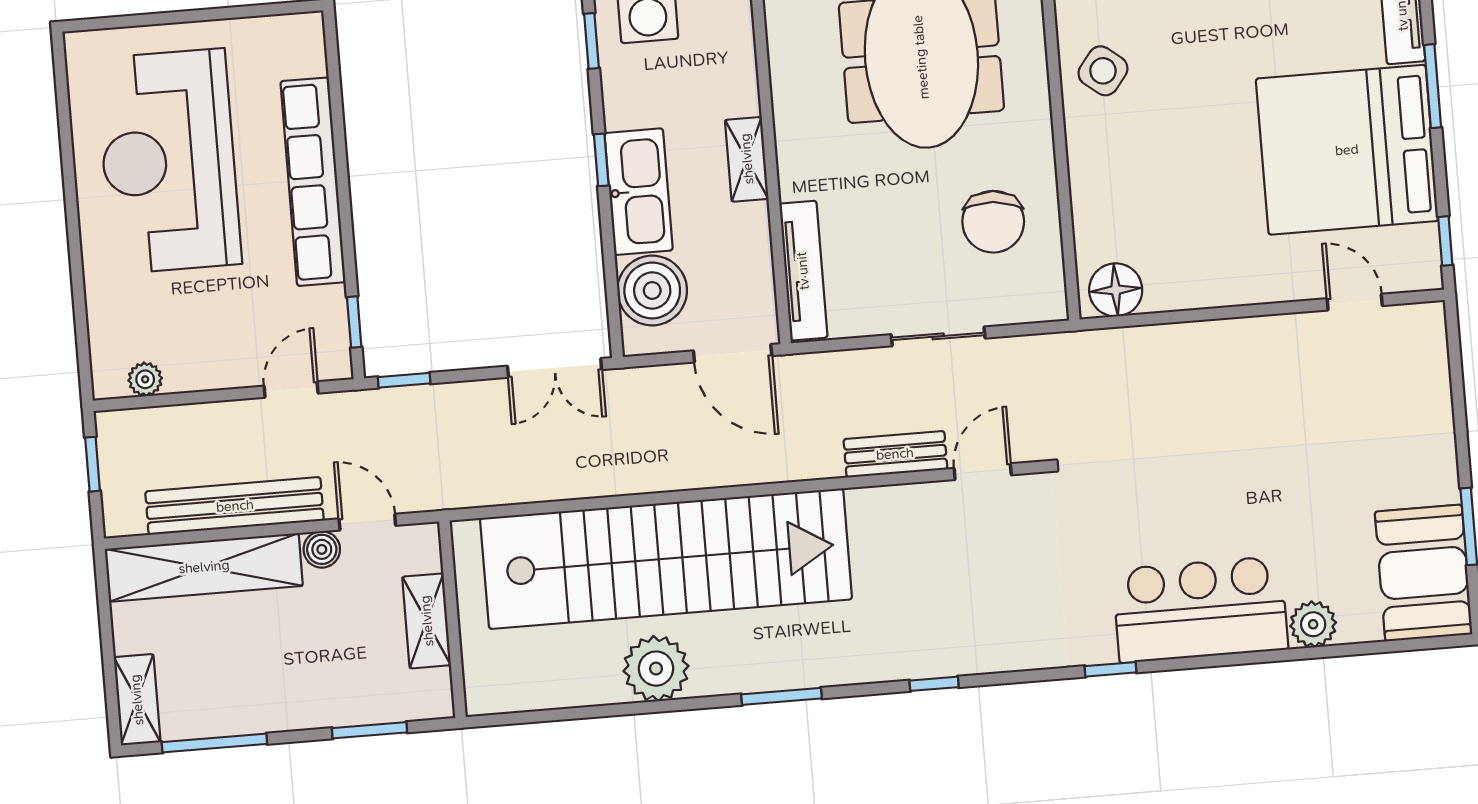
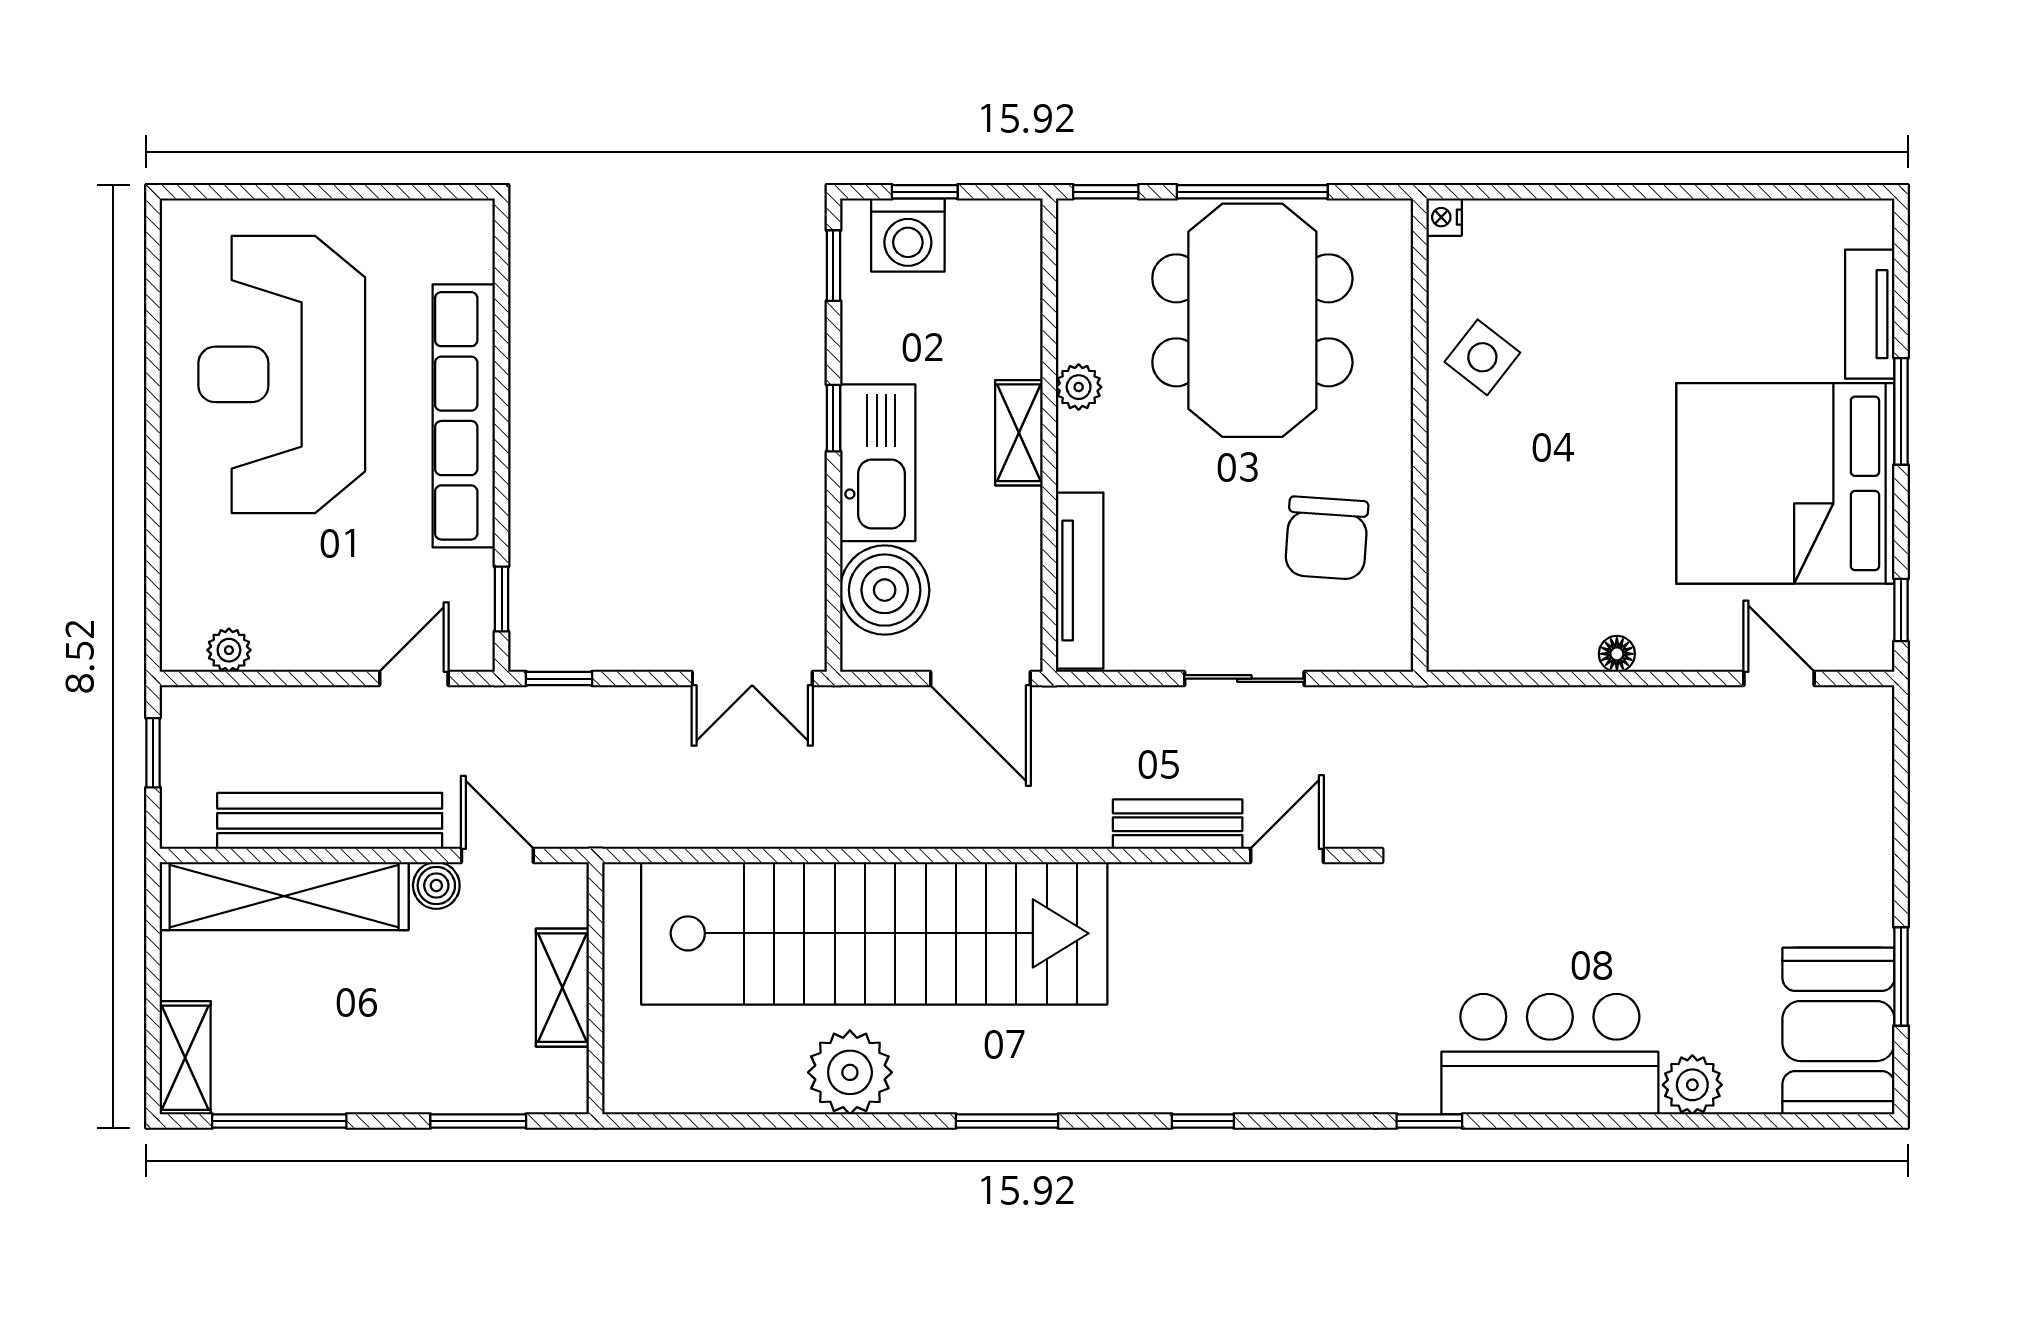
plant: (790, 120) -> (1079, 387), added
floor lamp: (1116, 290) -> (1617, 654), moved, width x0.53, depth x0.53

